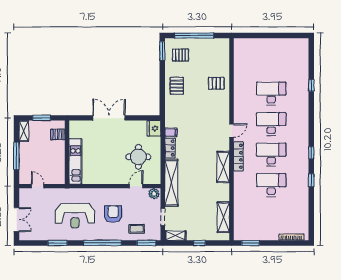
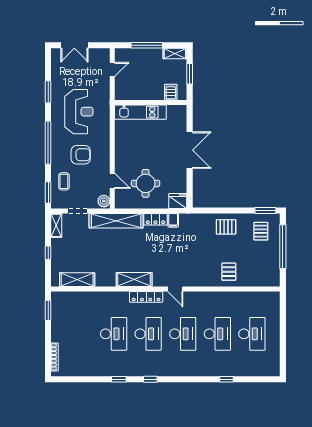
desk: (271, 63) -> (252, 334), added
reception desk: (75, 216) -> (79, 112), turned 180

